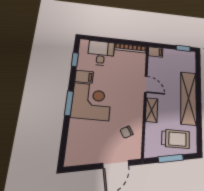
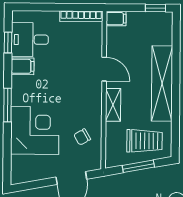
desk: (101, 53) -> (30, 40), moved, turned -90
corner desk: (91, 102) -> (35, 130), moved

